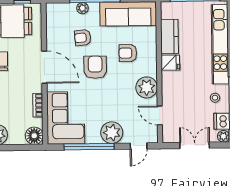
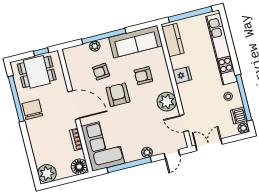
kitchen counter: (170, 36) -> (173, 40), moved
plant: (112, 133) -> (147, 152), width x0.53, depth x0.53
double door: (195, 145) -> (209, 145), moved

